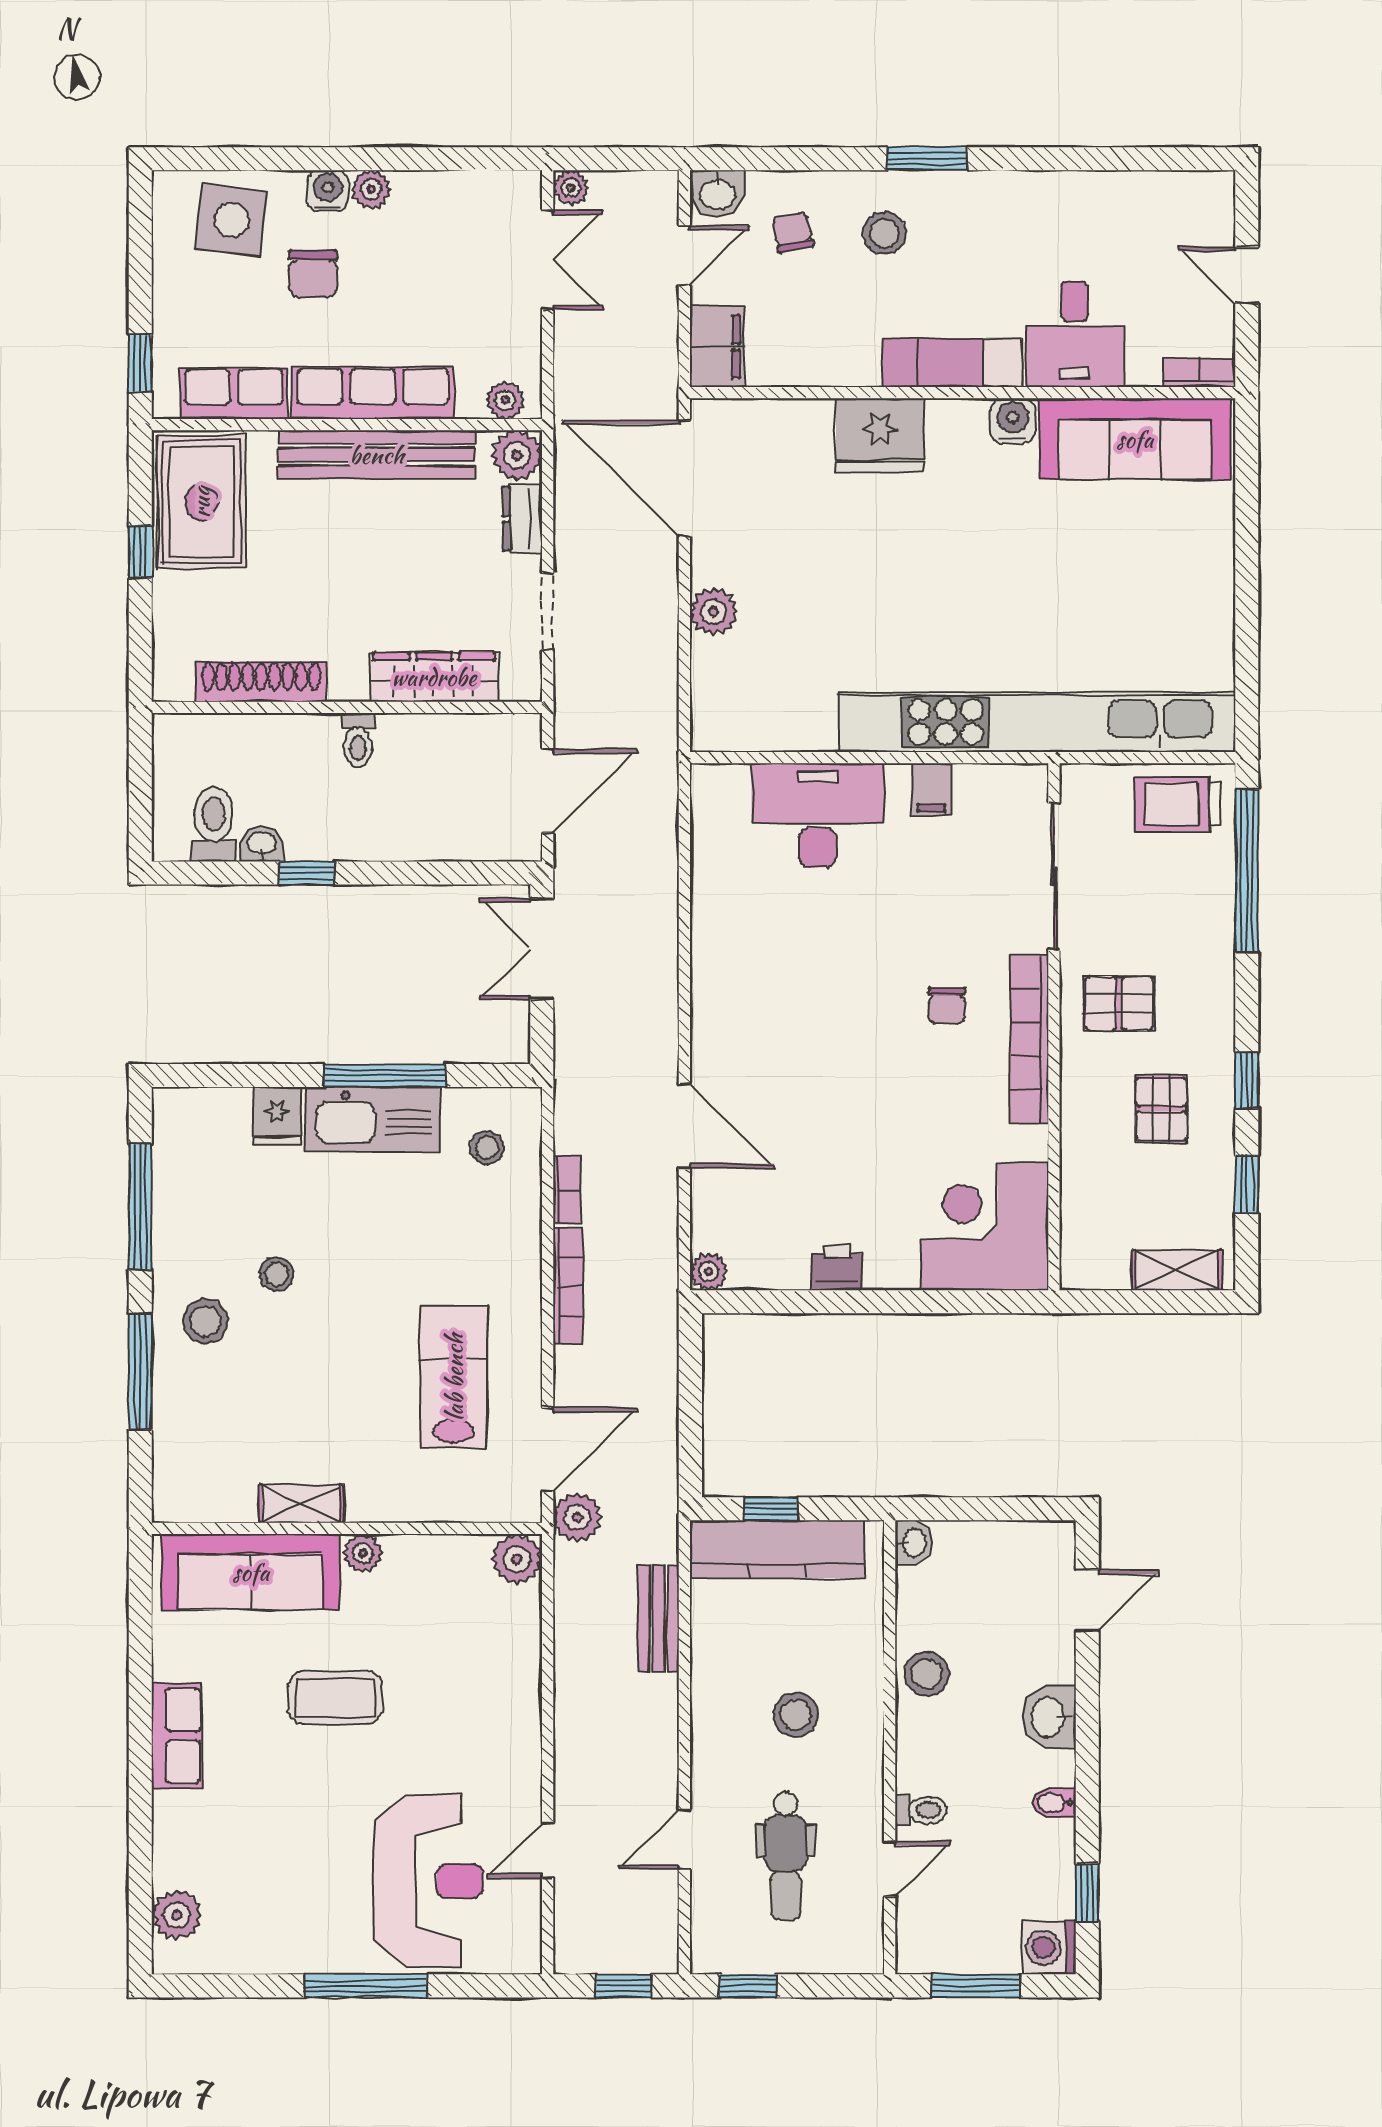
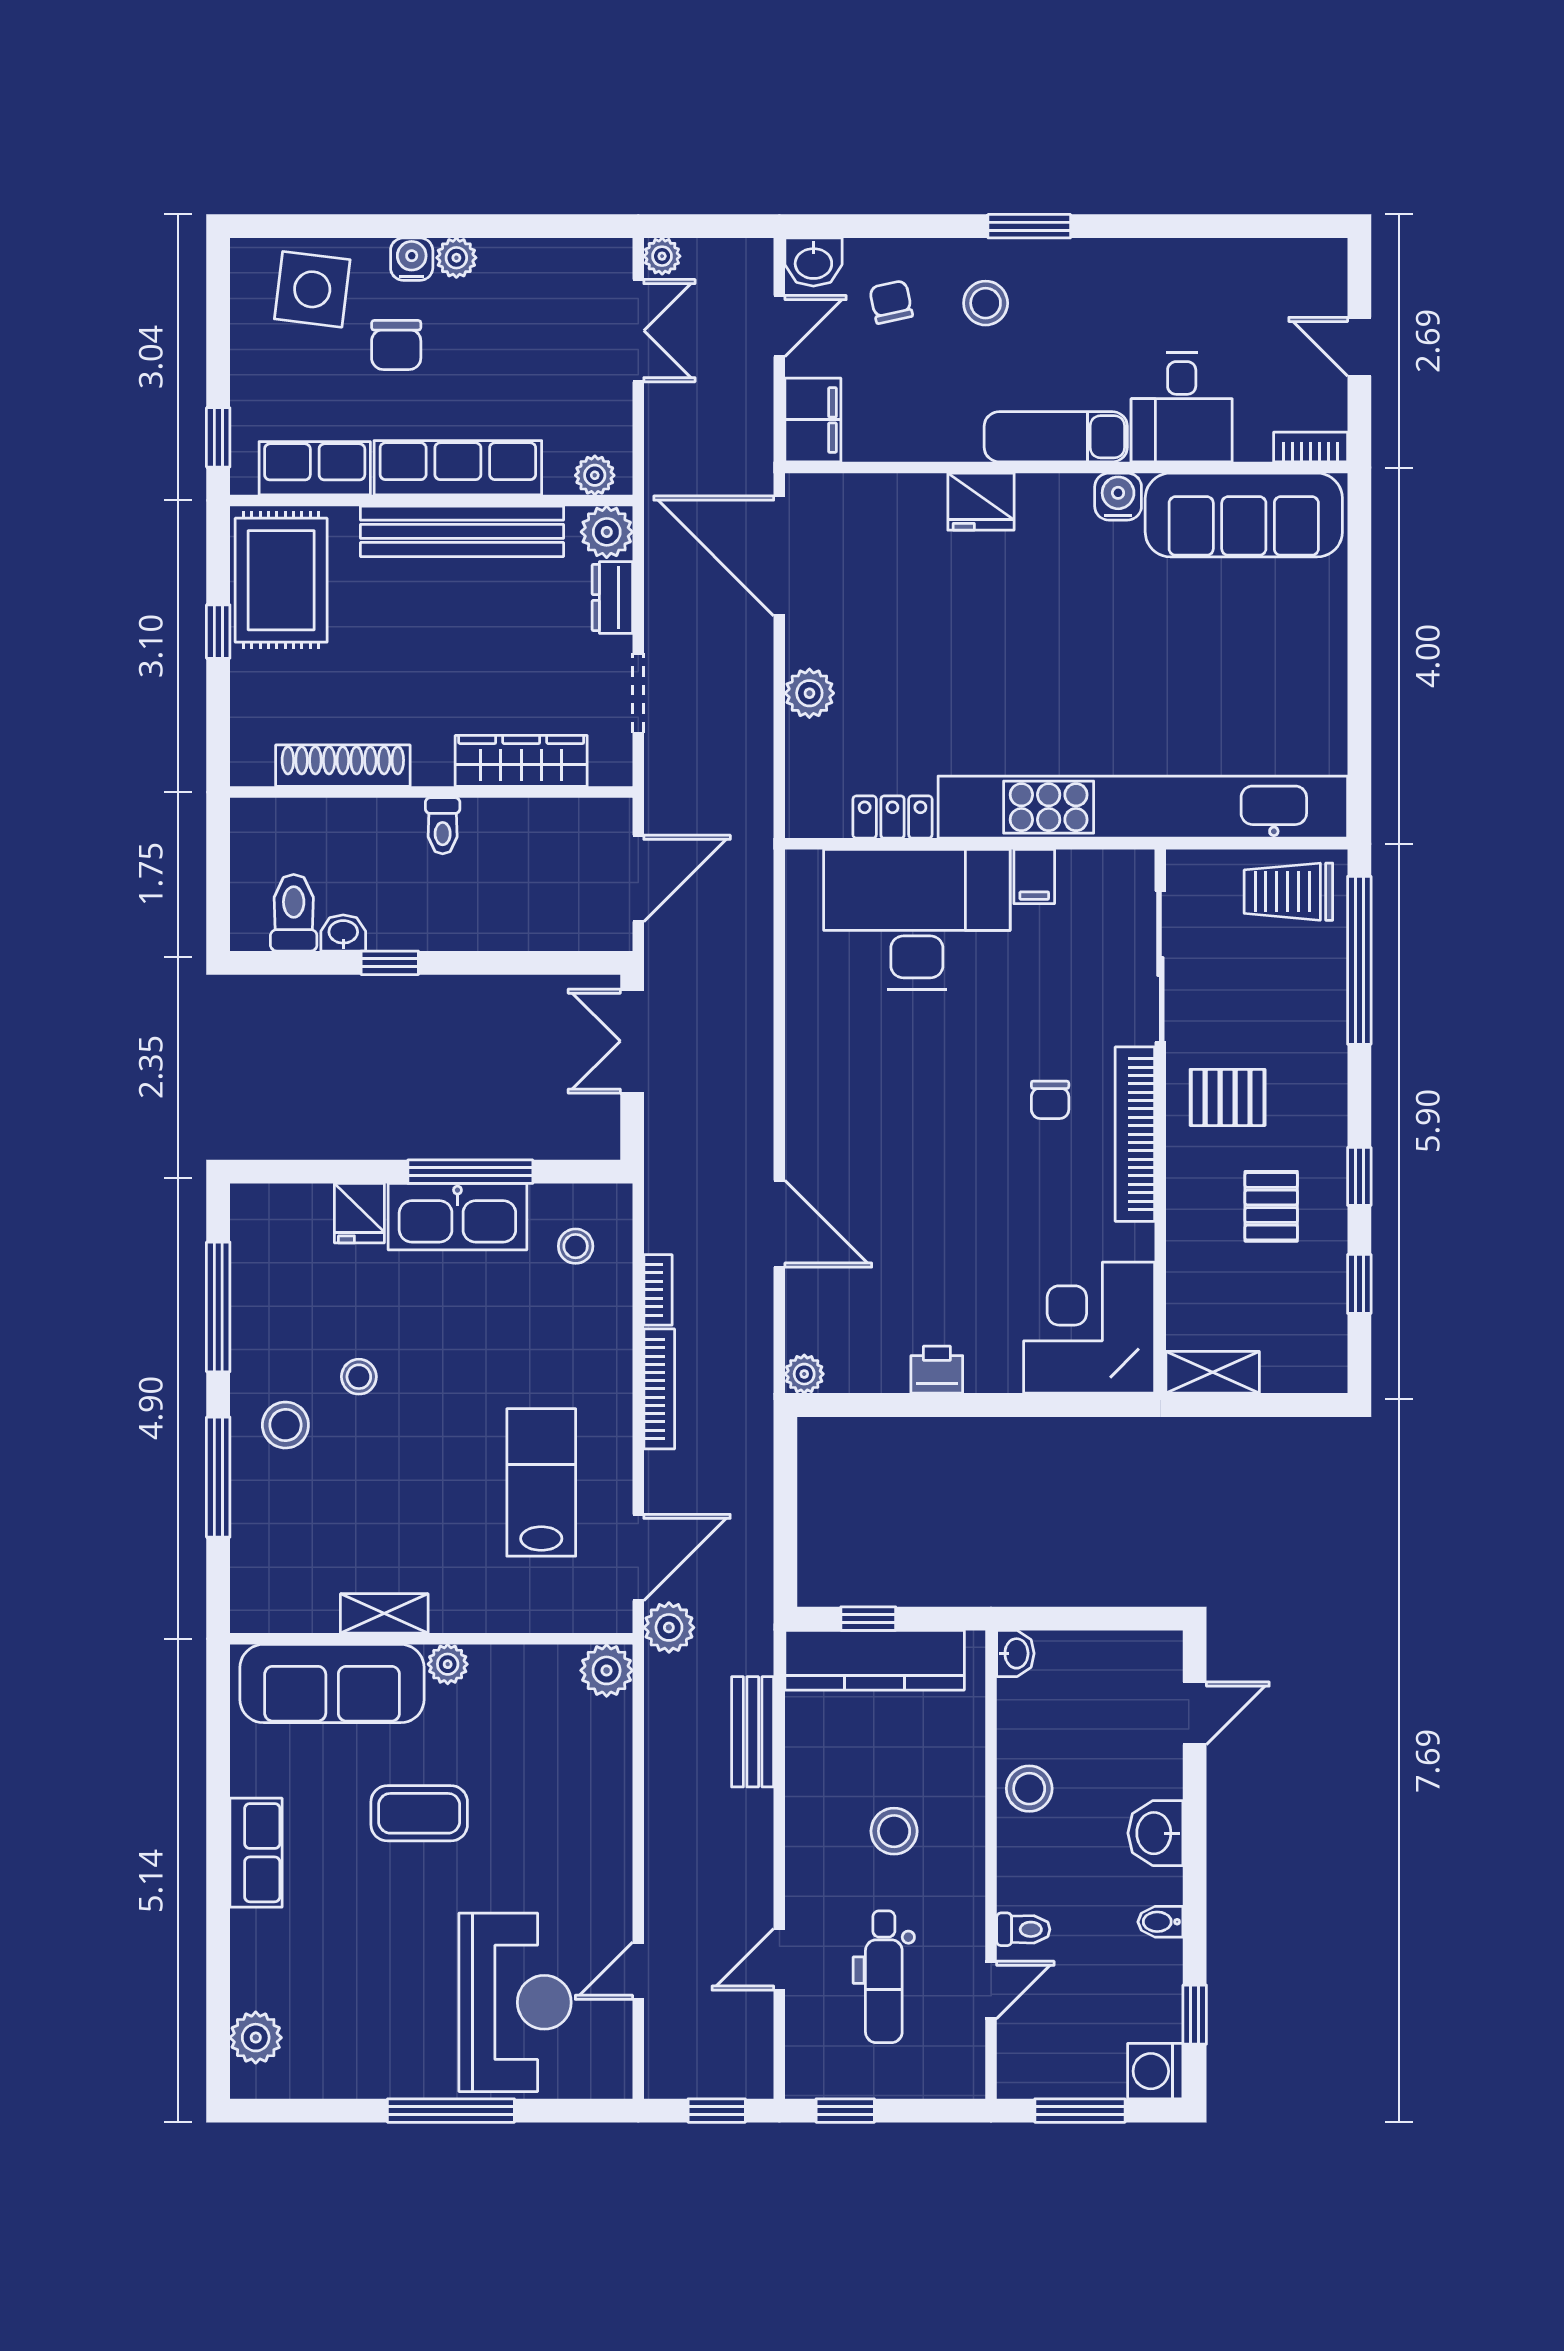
fridge: (880, 435) -> (981, 502), width x0.73, depth x0.75
locker: (794, 732) -> (892, 817), added
desk: (818, 815) -> (917, 919), width x1.36, depth x1.30
shelving: (1177, 1270) -> (1213, 1372), moved

